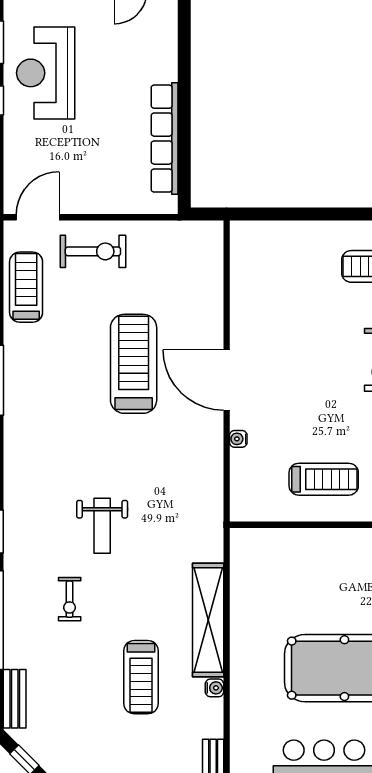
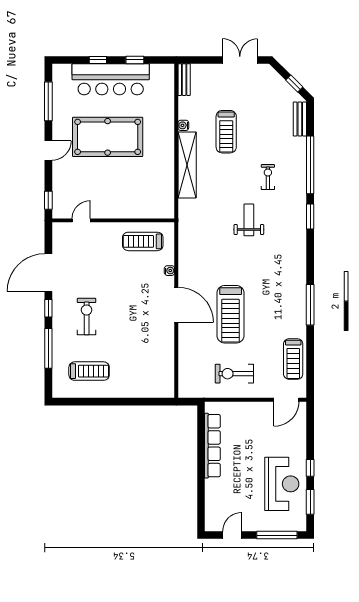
exercise bike: (93, 251) -> (234, 374), moved
treadmill: (324, 479) -> (143, 241), moved
treadmill: (141, 677) -> (226, 132), turned 180

